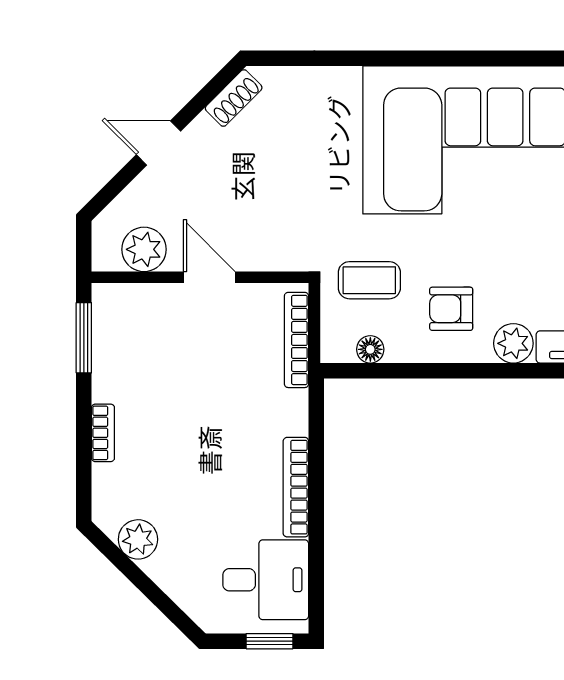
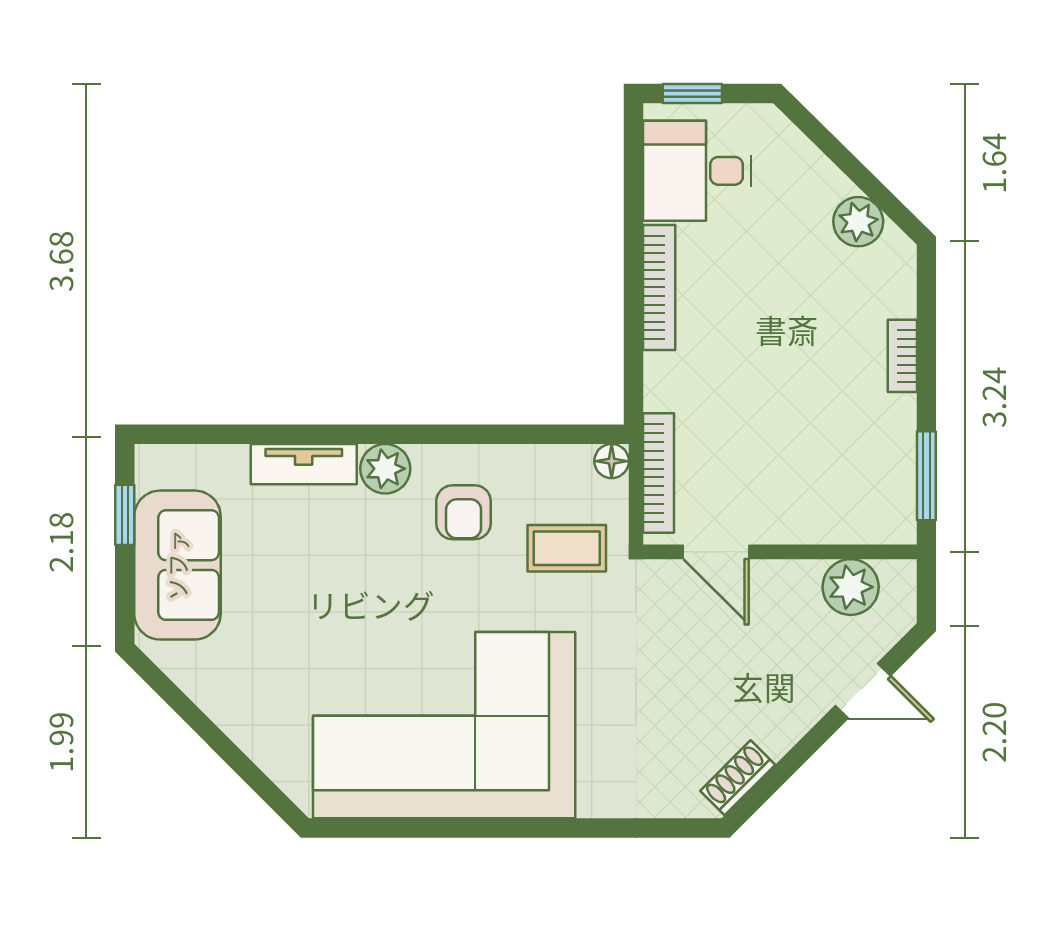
door: (158, 143) -> (863, 691), moved
door: (209, 277) -> (716, 552), moved
armchair: (451, 309) -> (464, 512), turned 90
floor lamp: (370, 349) -> (612, 461), moved

